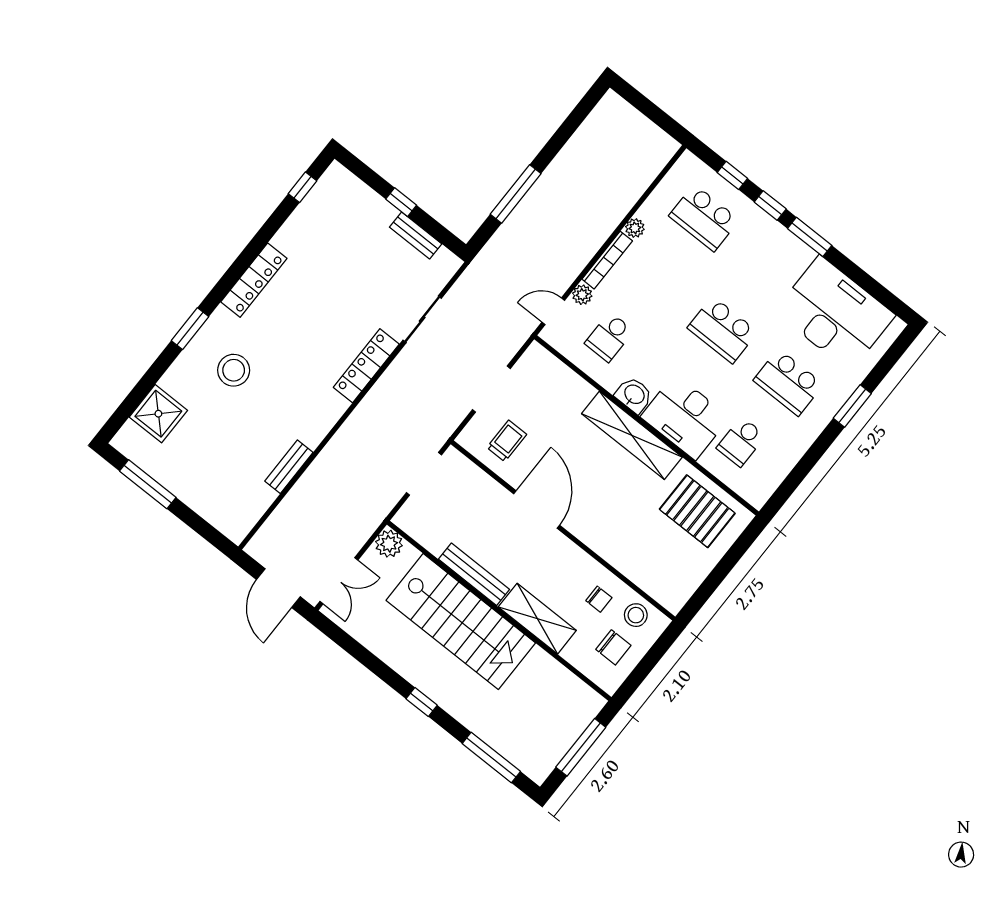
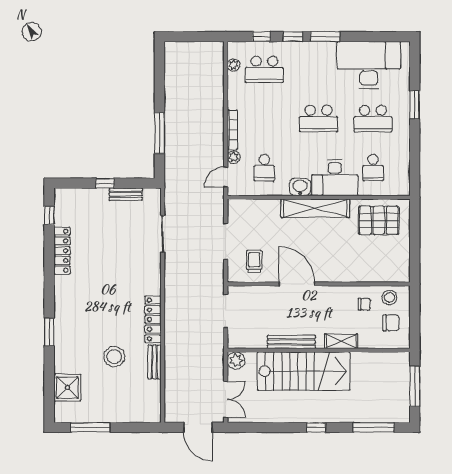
plant: (635, 228) -> (233, 65), moved
locker: (254, 280) -> (62, 251), moved
locker: (366, 366) -> (153, 319), moved
stool: (234, 370) -> (114, 357), moved
shelving: (537, 619) -> (341, 341), width x0.67, depth x0.75

